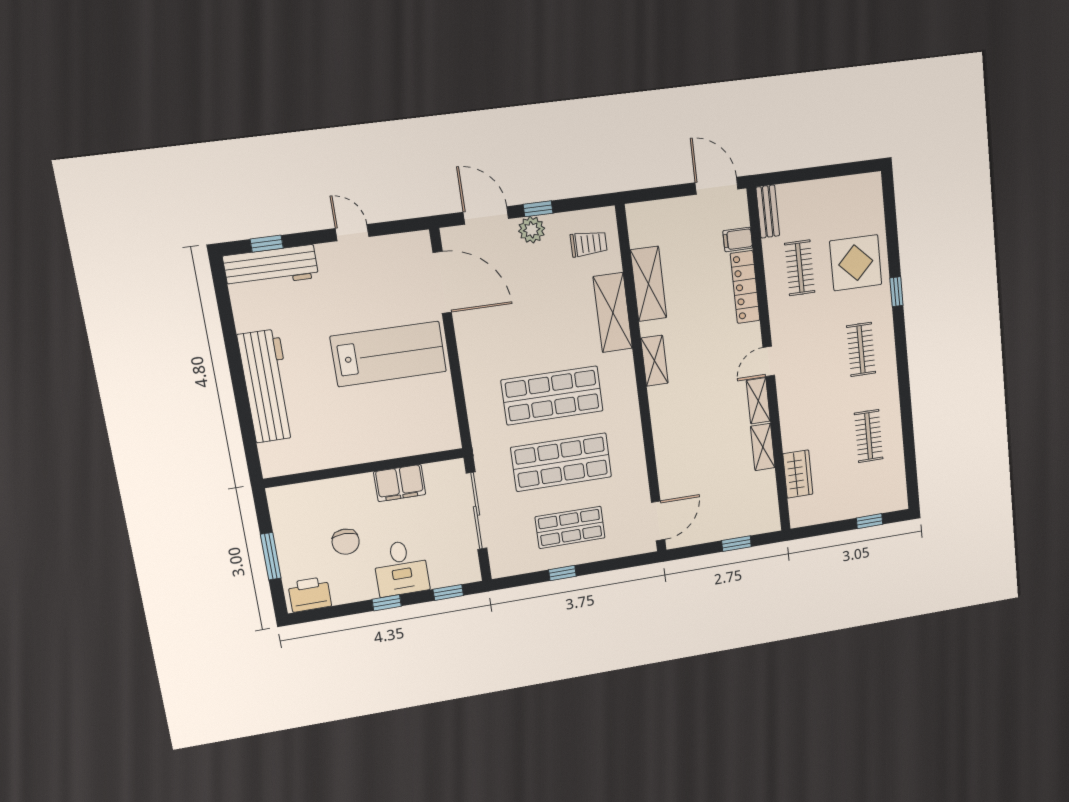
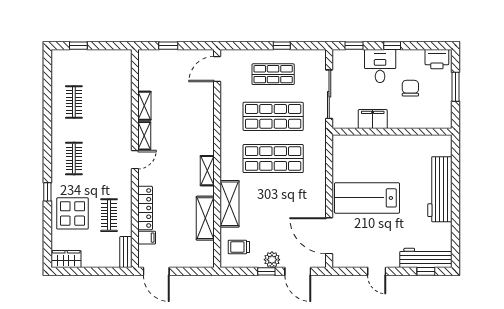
wardrobe: (798, 474) -> (66, 259), moved, turned 90

